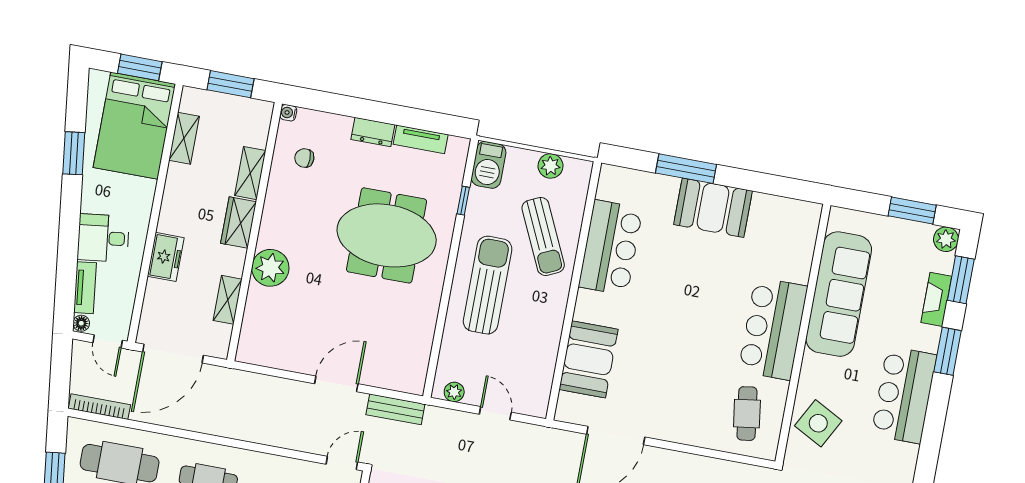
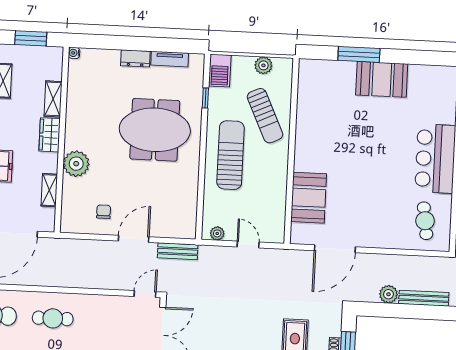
chair: (304, 158) -> (104, 212), moved, turned 90
bar counter: (611, 248) -> (313, 117), removed

